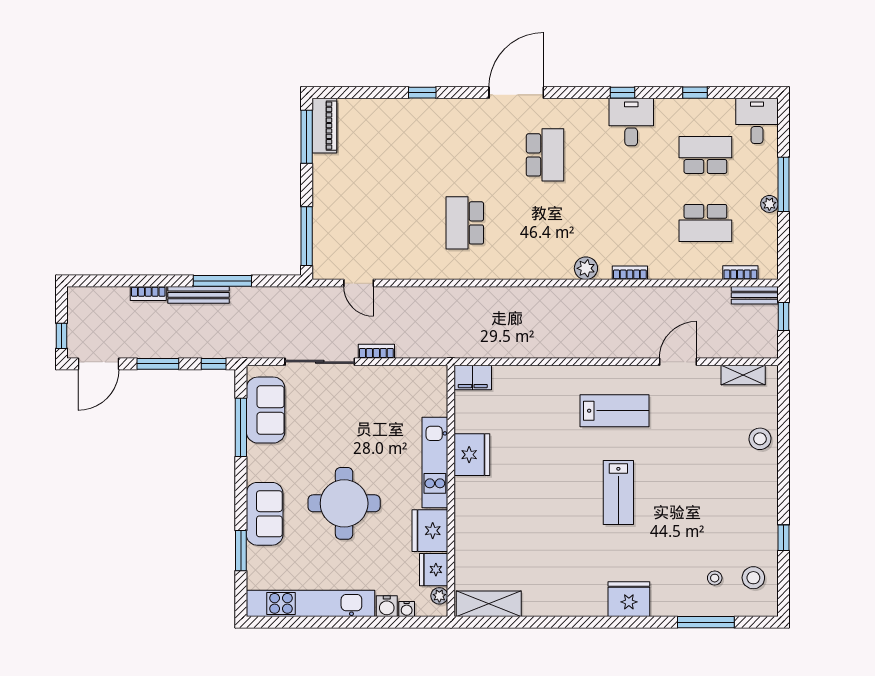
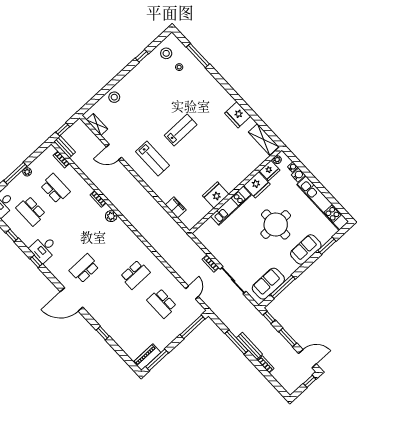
school desk: (385, 223) -> (162, 303), added
filing cabinet: (473, 377) -> (176, 207), moved
lab bench: (615, 411) -> (153, 159), turned 180
fridge: (629, 599) -> (238, 115), moved

